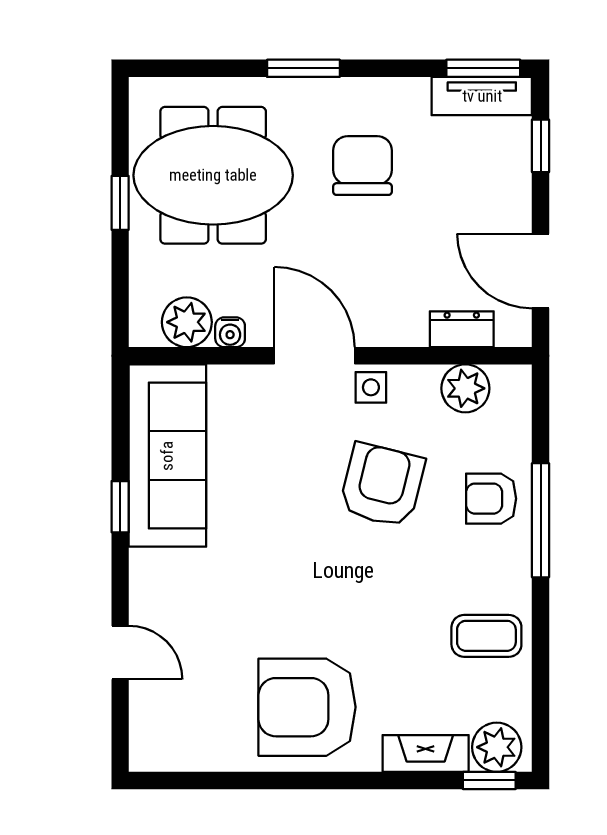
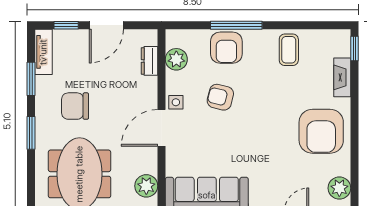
window: (483, 68) -> (31, 79), moved
door: (541, 271) -> (106, 25), moved
water cooler: (230, 332) -> (151, 166), removed
armchair: (382, 485) -> (220, 97), width x0.72, depth x0.72
armchair: (491, 499) -> (226, 48), width x1.38, depth x1.38
plant: (497, 747) -> (339, 188), moved

